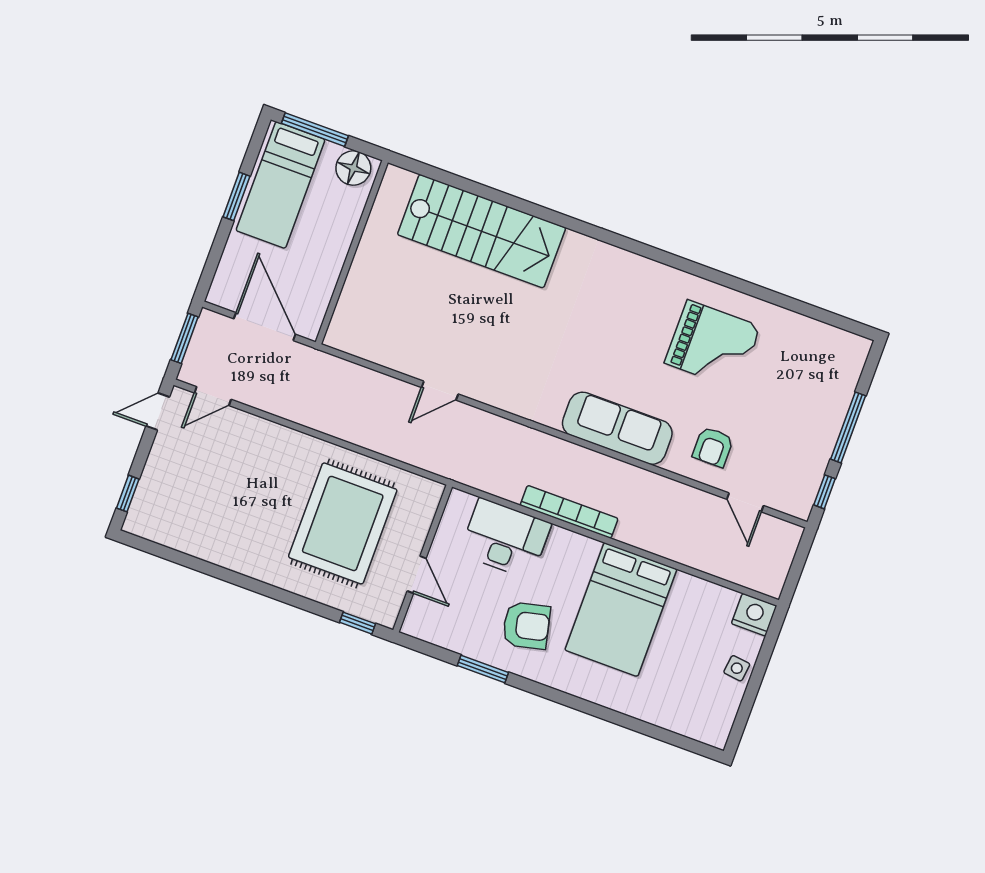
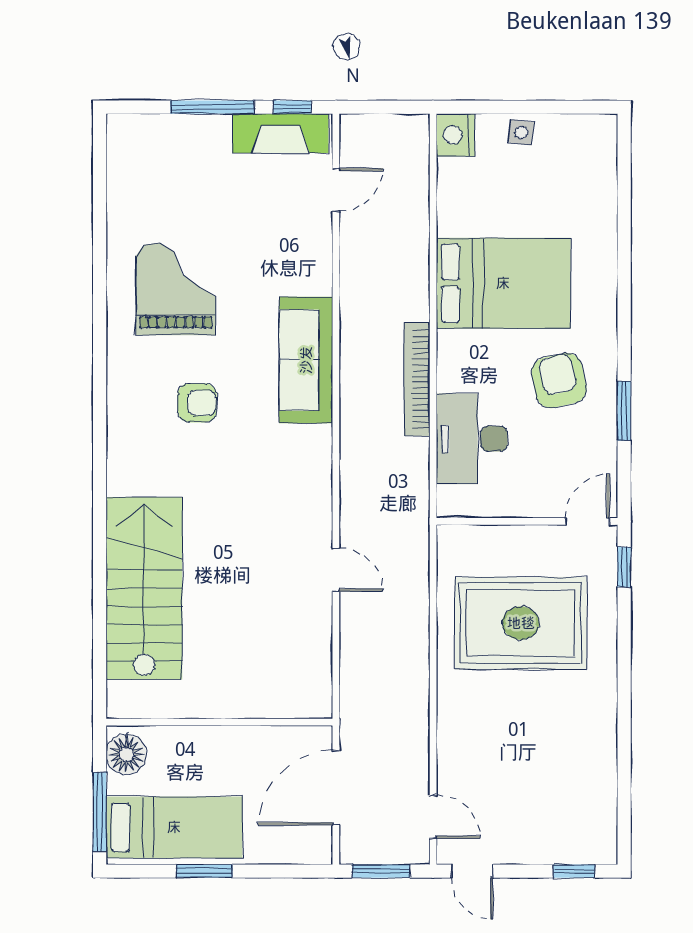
armchair: (713, 447) -> (197, 403), moved
fireplace: (807, 475) -> (280, 133), added
door: (417, 575) -> (587, 521), moved

